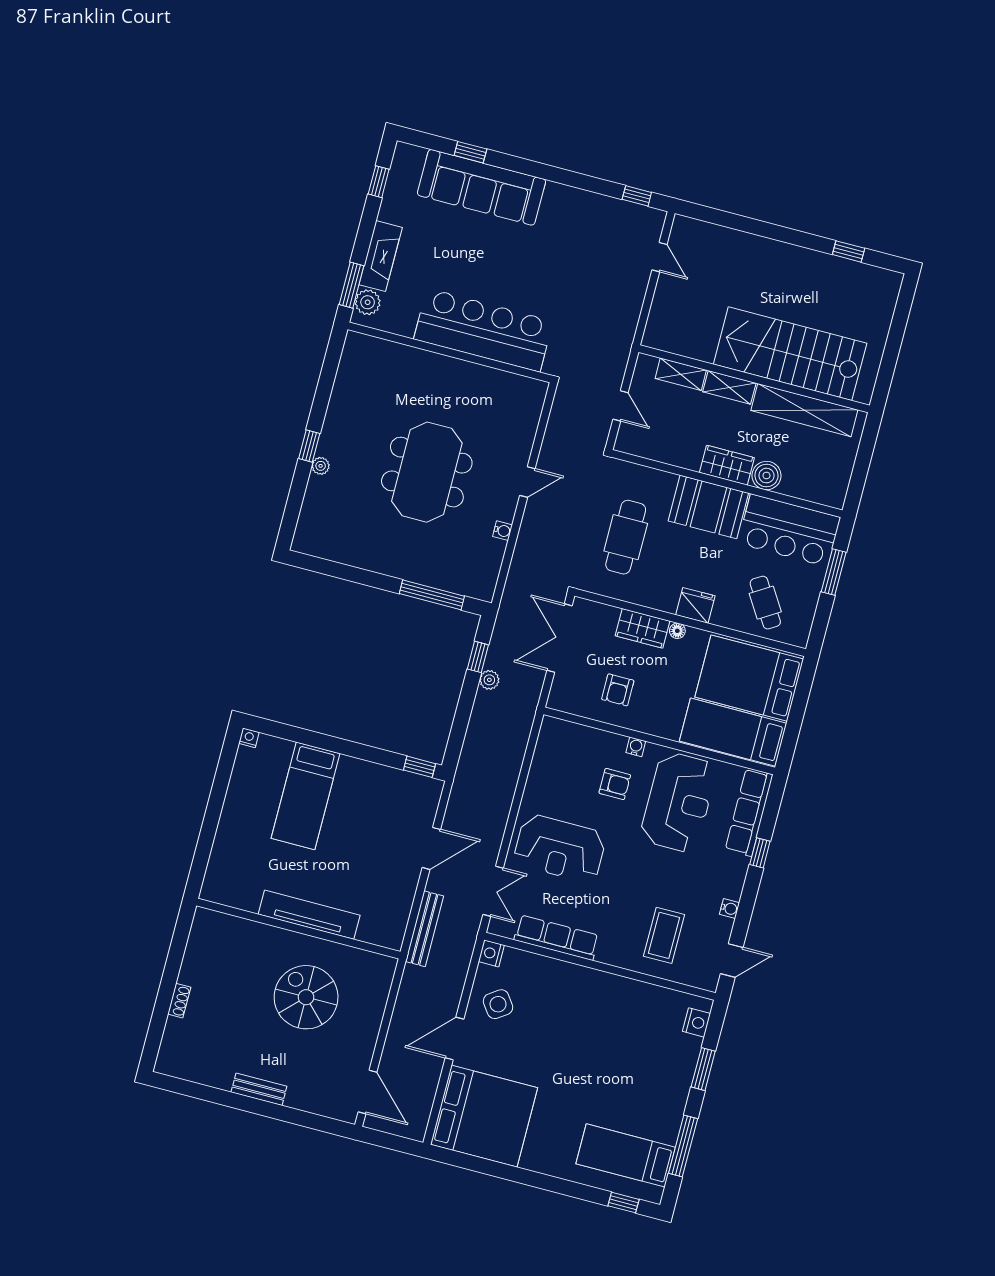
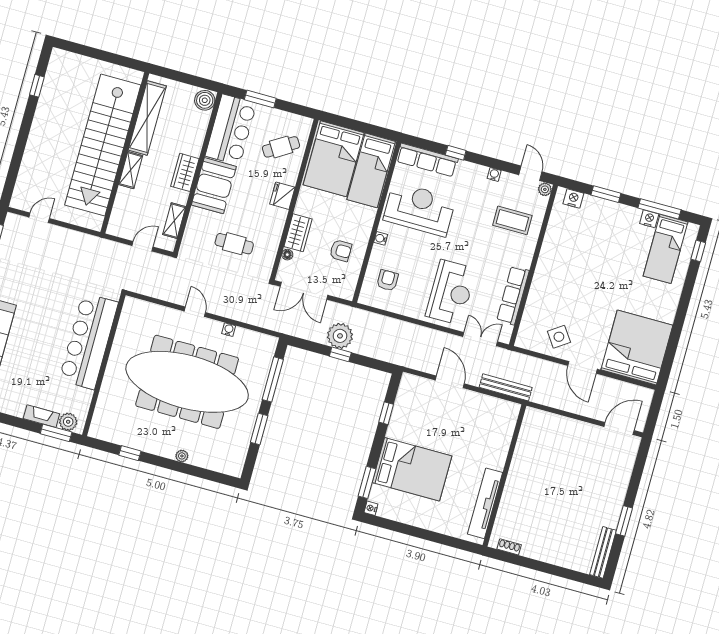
fireplace: (381, 256) -> (41, 416), width x0.73, depth x0.76
stairs: (790, 354) -> (103, 145), width x1.36
shelving: (681, 374) -> (174, 221), moved
window: (309, 446) -> (130, 453), moved
meeting table: (427, 472) -> (187, 382), width x1.86, depth x1.27
boiler: (766, 476) -> (205, 100), moved
cafe table: (626, 537) -> (234, 244), width x0.73, depth x0.74
window: (361, 576) -> (259, 429), added
floor lamp: (677, 631) -> (287, 255), moved
window: (478, 657) -> (340, 354), moved
plant: (489, 680) -> (340, 336), width x1.87, depth x1.87
window: (286, 732) -> (367, 482), added
window: (420, 767) -> (386, 413), moved
armchair: (615, 784) -> (388, 280), moved
bed: (306, 796) -> (412, 469), width x1.50
tv unit: (309, 915) -> (485, 503), moved
nightstand: (491, 953) -> (649, 219), moved, turned 180
plant: (709, 981) -> (545, 189), added
spiral stairs: (306, 997) -> (552, 471), removed
shoe rack: (179, 1001) -> (509, 547), moved
bench: (259, 1089) -> (603, 552), moved, width x1.36
window: (235, 1101) -> (624, 521), added

